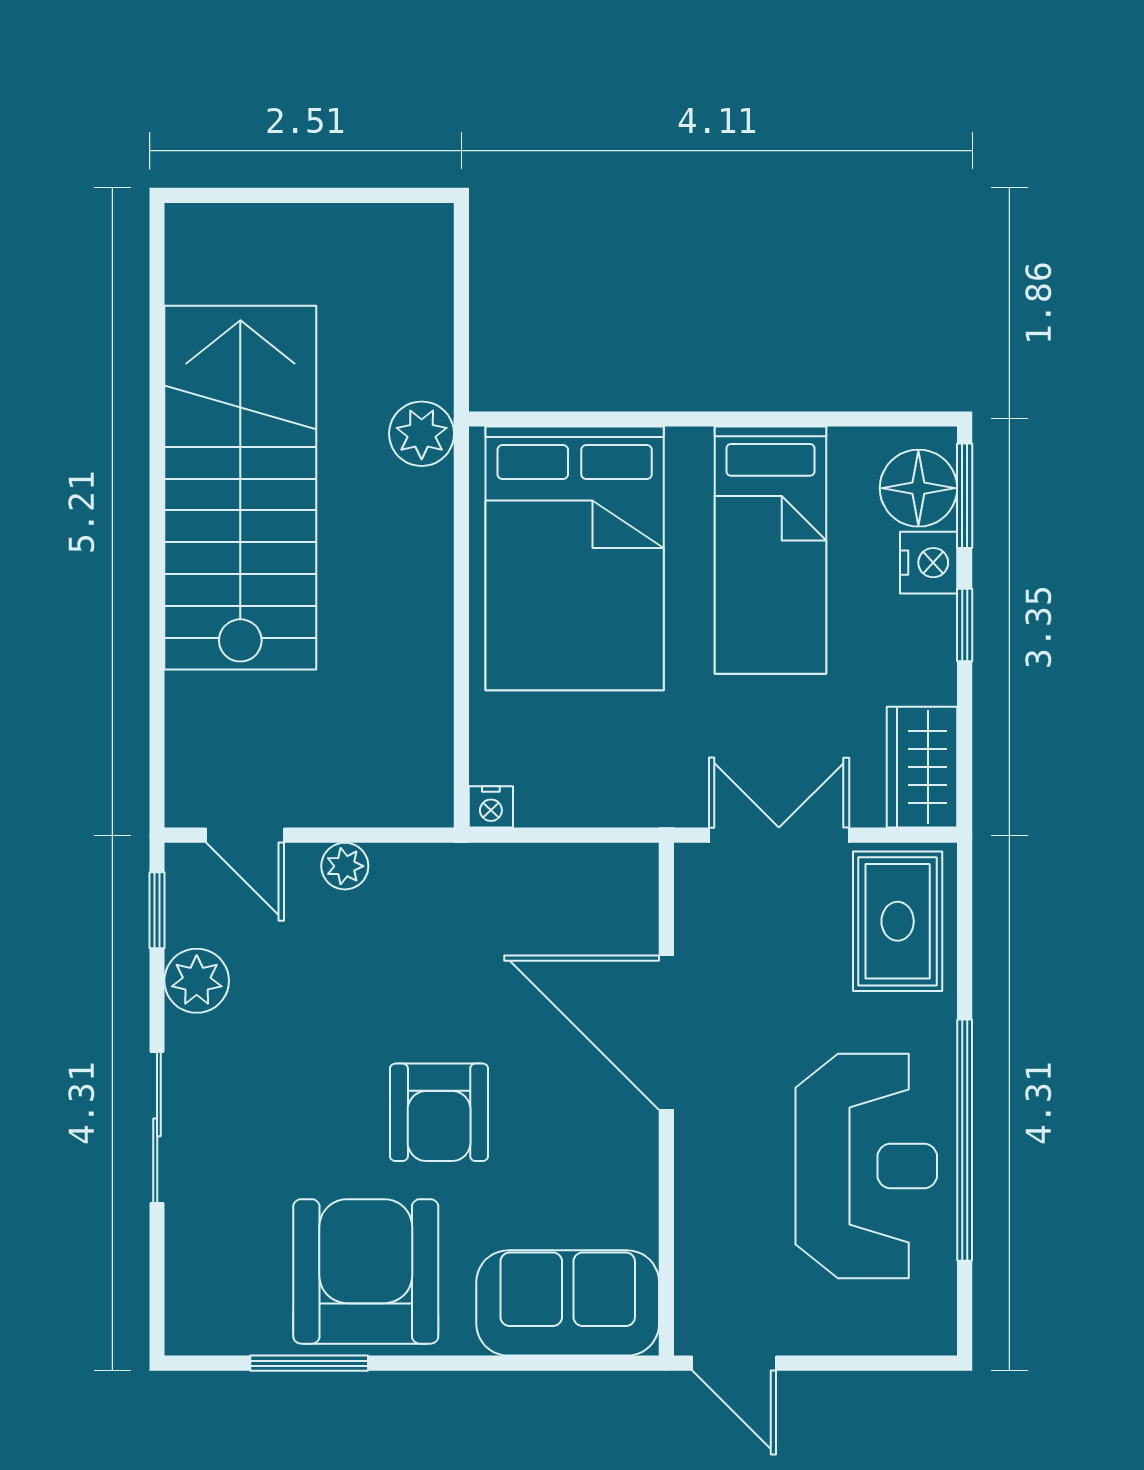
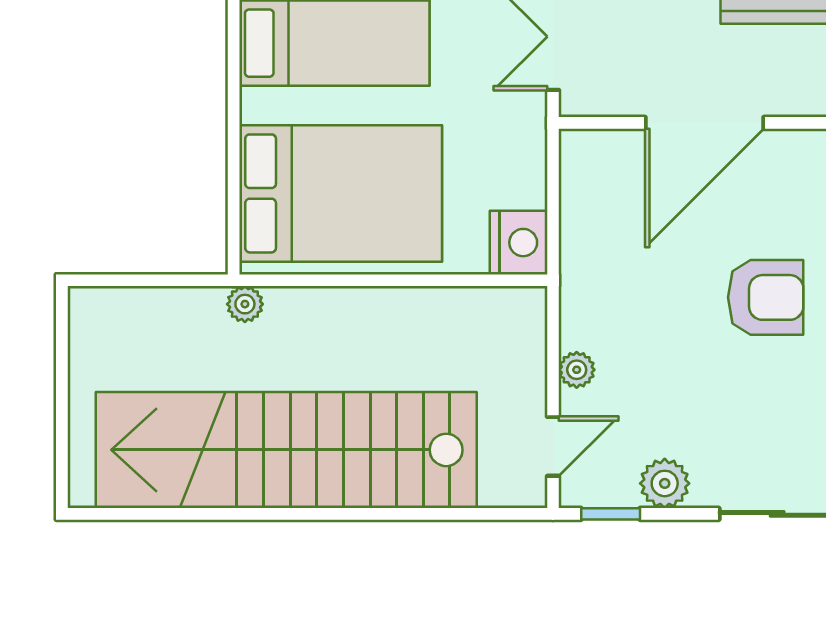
plant: (422, 434) -> (245, 304), width x0.73, depth x0.73
stairs: (240, 488) -> (286, 450), width x1.36
nightstand: (491, 807) -> (519, 243), width x1.89, depth x1.79

